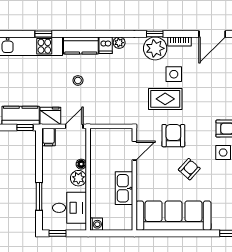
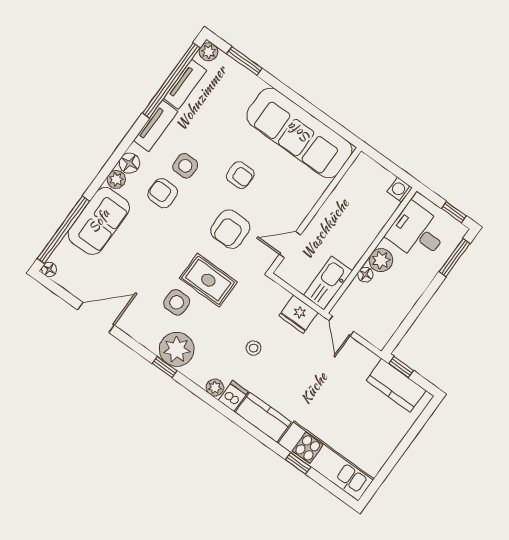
bookcase: (179, 41) -> (142, 337), removed
stool: (78, 80) -> (254, 348), moved
fridge: (50, 116) -> (298, 314), moved
door: (74, 126) -> (341, 326), hinge flipped
filing cabinet: (49, 137) -> (381, 335), removed
armchair: (189, 169) -> (240, 175), turned -132
kitchen sink: (124, 188) -> (328, 283), moved, turned 180
window: (39, 196) -> (455, 258), moved

